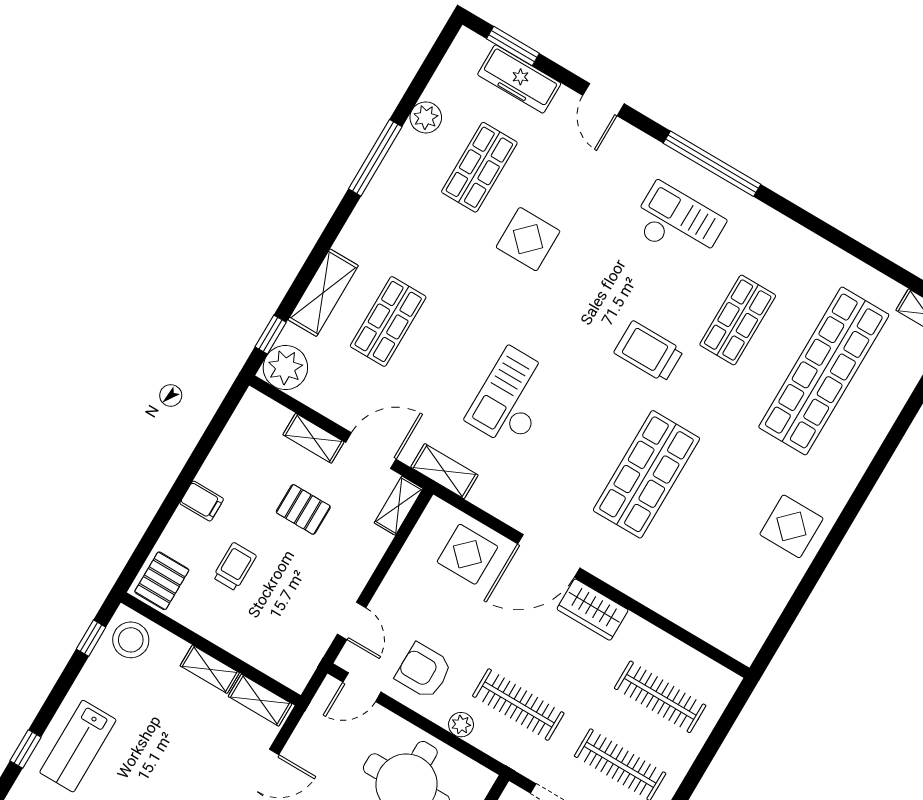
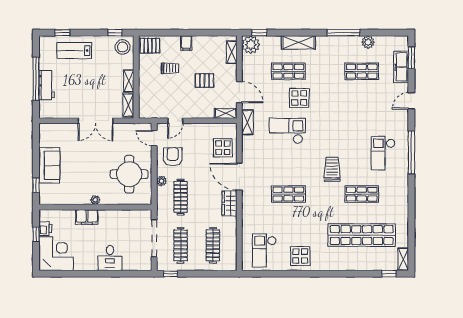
checkout: (678, 224) -> (383, 153), turned 180
display table: (528, 239) -> (299, 98), moved
shelving: (323, 293) -> (298, 42), moved
shelving: (313, 438) -> (232, 52), moved
shop shelf: (646, 474) -> (288, 194), width x0.70, depth x0.74
pallet: (303, 509) -> (204, 81), turned 90
checkout: (735, 595) -> (264, 250), added

